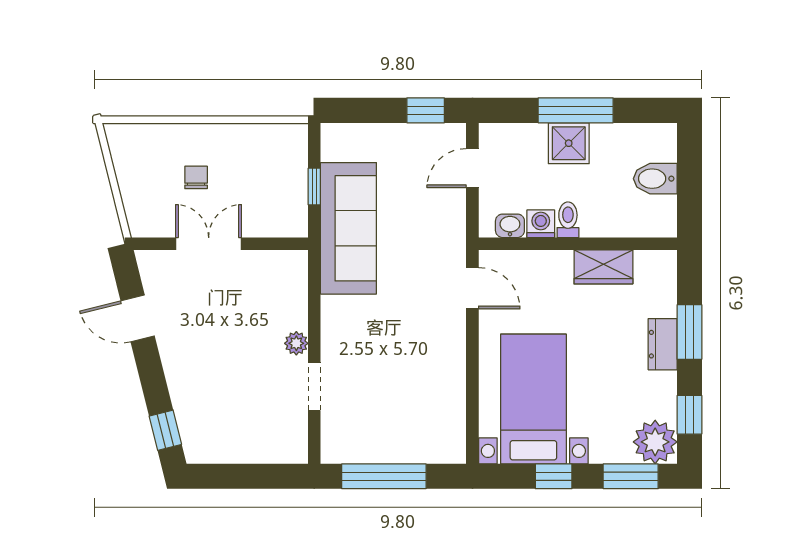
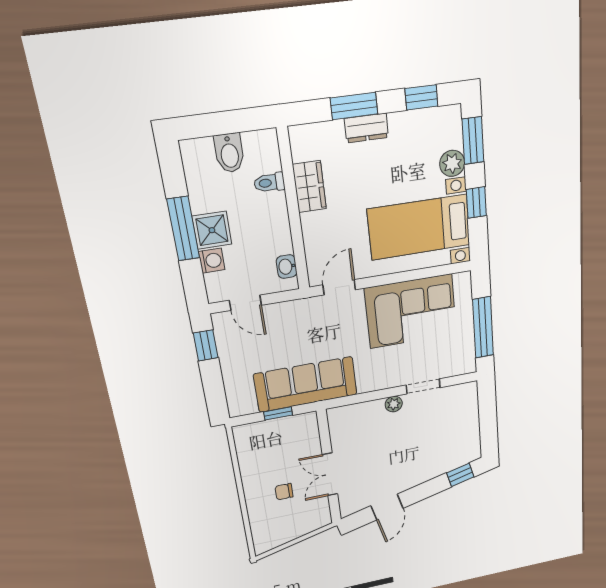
toilet: (568, 220) -> (269, 183), moved
washing machine: (541, 224) -> (212, 261), moved, turned 180
corner sofa: (424, 379) -> (411, 311), added
plant: (655, 442) -> (452, 163), moved, width x0.73, depth x0.73

